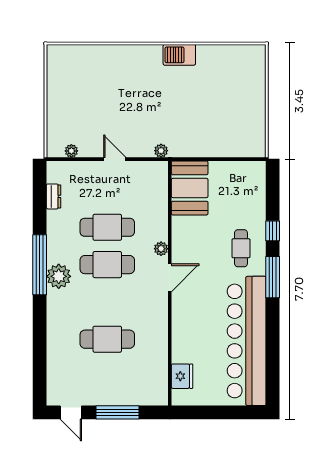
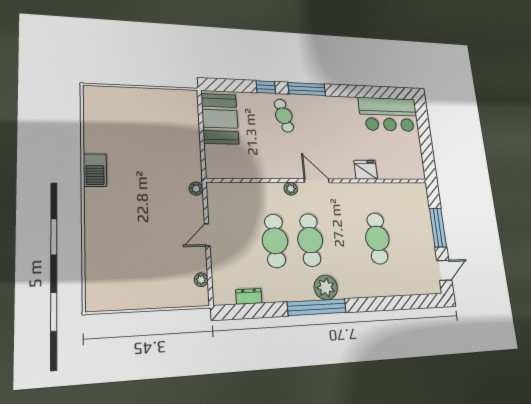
booth: (190, 188) -> (220, 119), moved, turned 90
cafe table: (241, 248) -> (284, 116), turned 76
bar counter: (247, 341) -> (388, 114), width x0.54
fridge: (182, 376) -> (366, 170), moved

